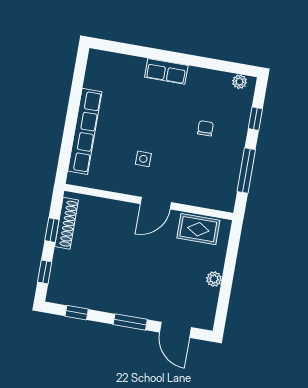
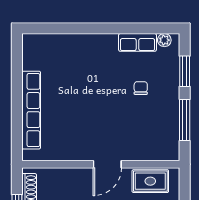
row of seats: (166, 71) -> (137, 42), moved
window: (255, 119) -> (185, 71), width x1.50
side table: (143, 159) -> (89, 126), removed

